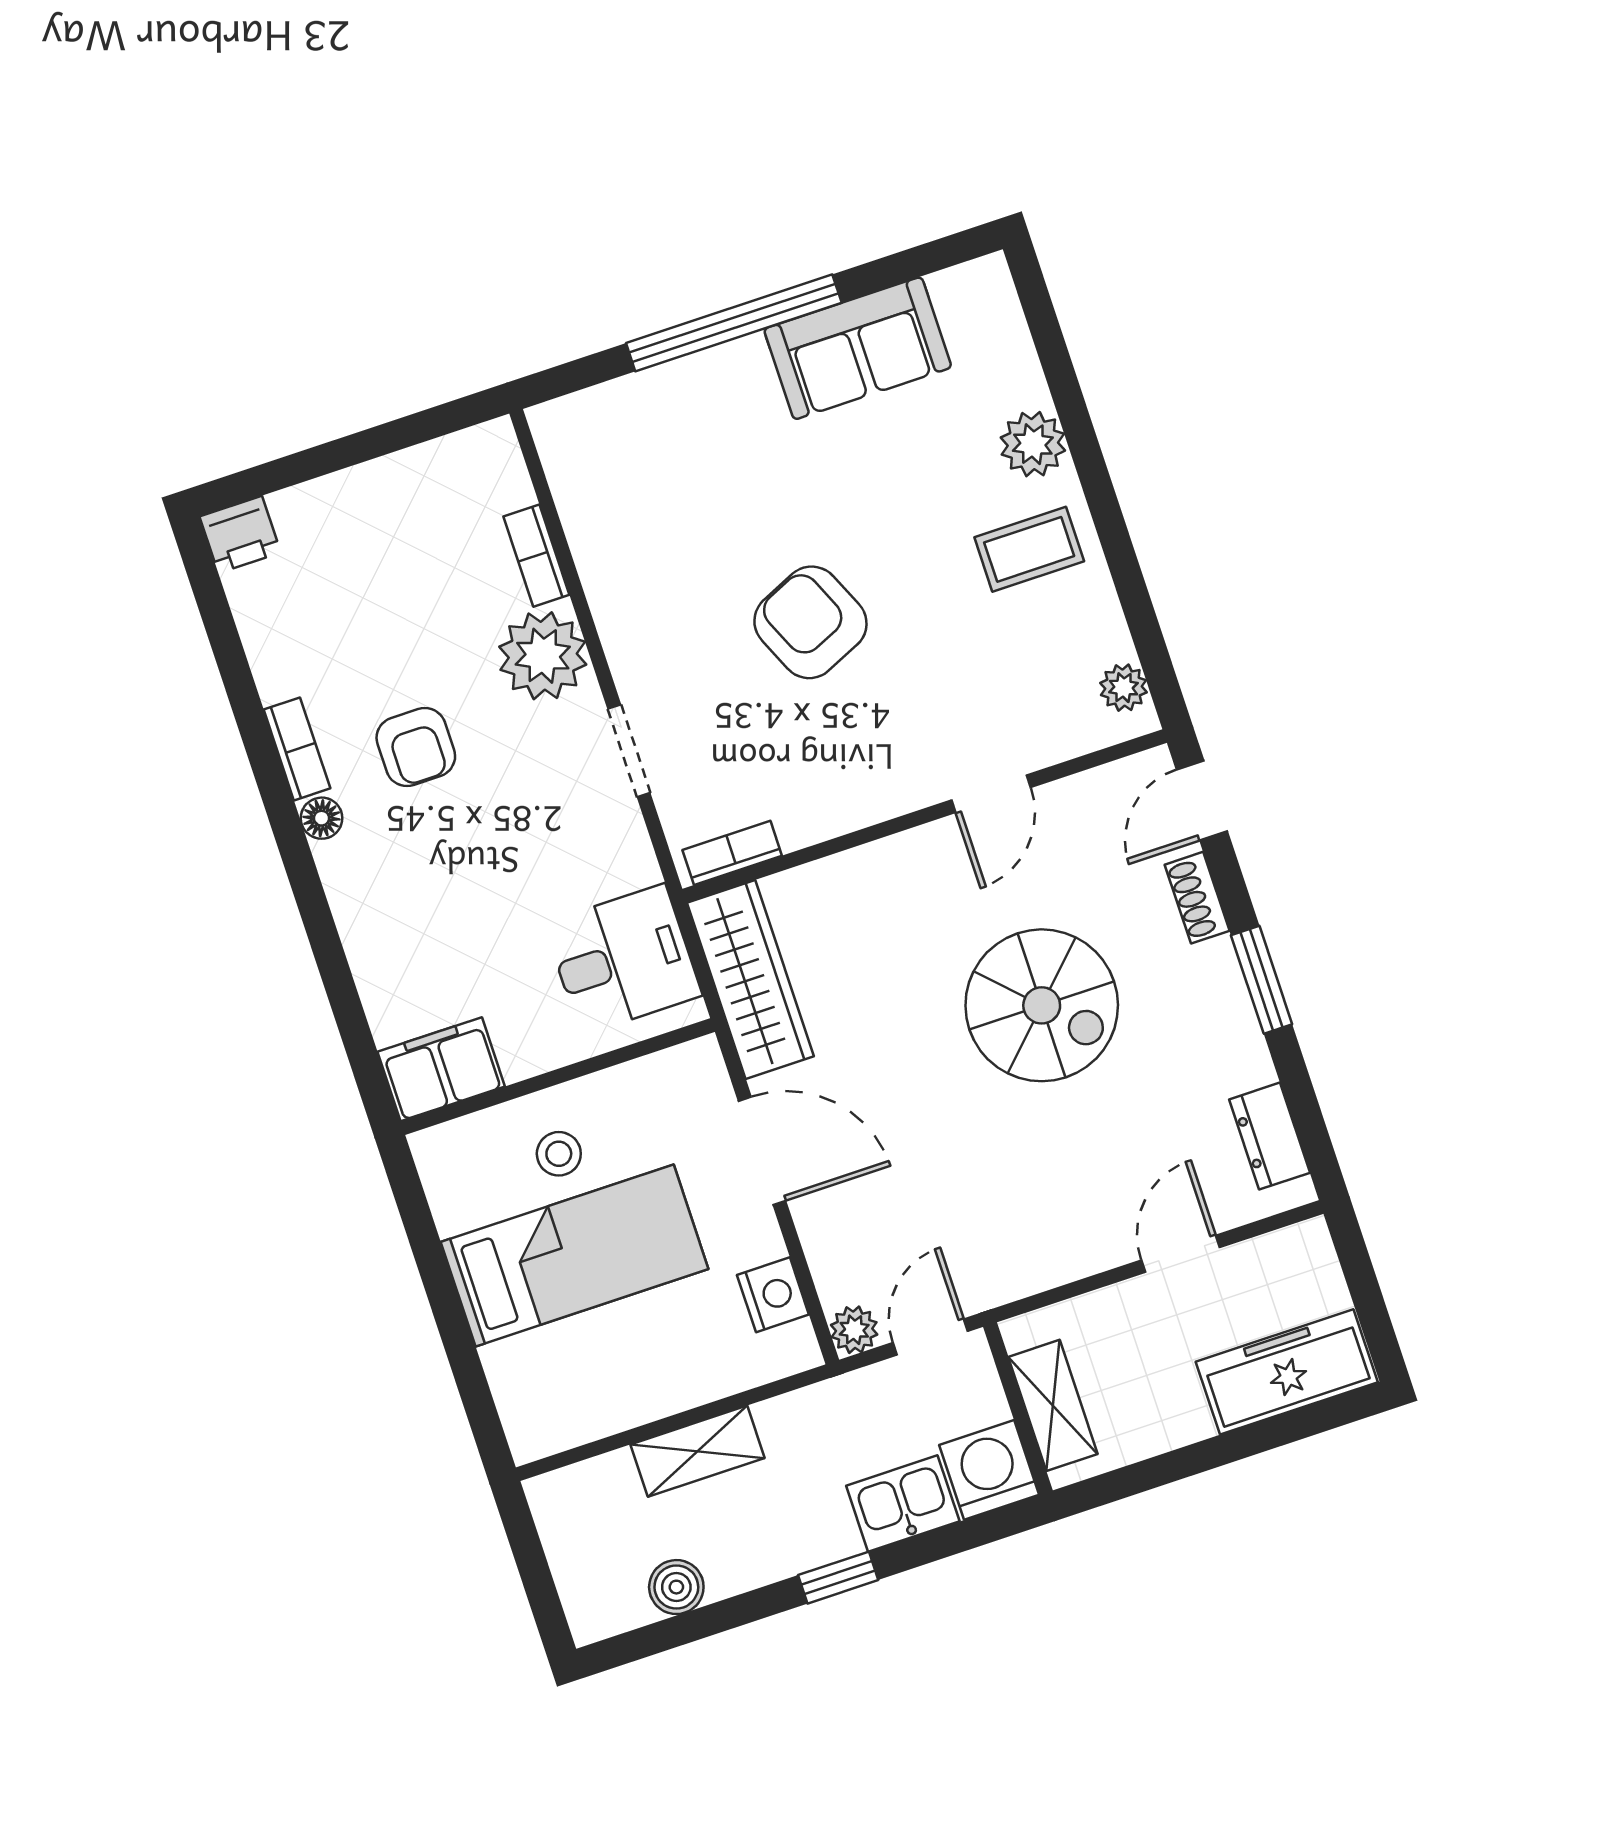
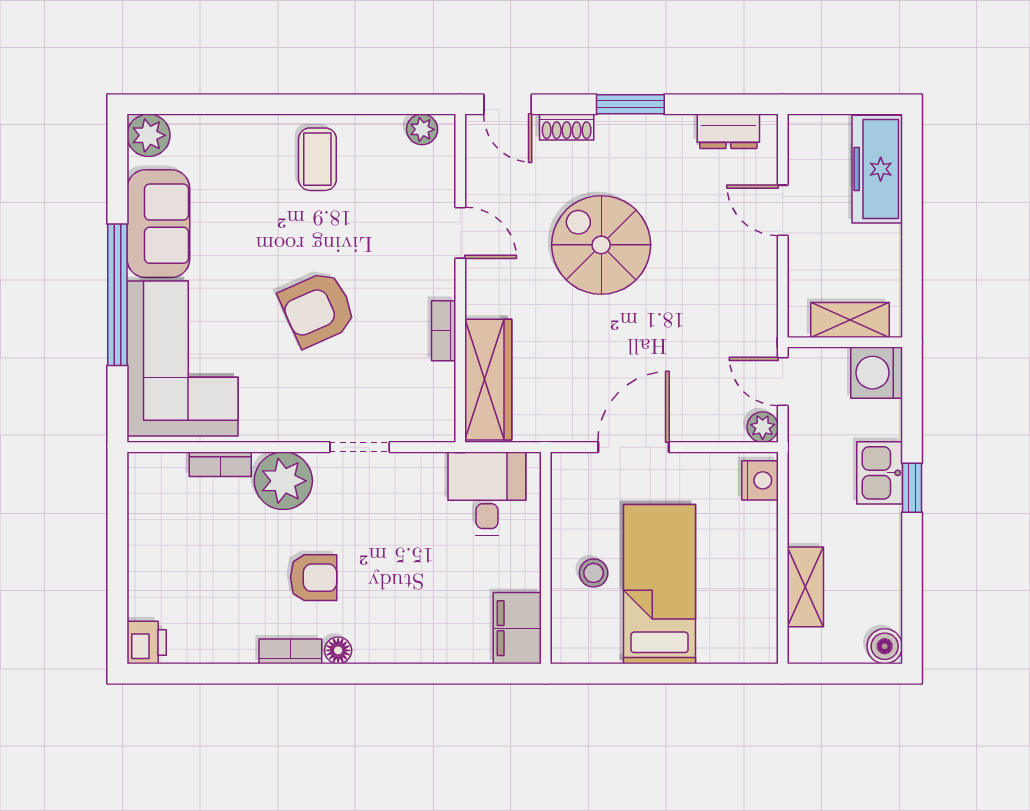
plant: (1033, 444) -> (149, 135), moved
corner sofa: (673, 449) -> (182, 358), added
bookcase: (732, 853) -> (444, 331), moved
wardrobe: (750, 979) -> (488, 380), moved, turned 90
spiral stairs: (1042, 1005) -> (601, 245), turned -90
nightstand: (773, 1295) -> (760, 480), moved, turned 90
shelving: (698, 1451) -> (805, 587), moved
kitchen sink: (903, 1503) -> (880, 473), moved
boiler: (676, 1587) -> (885, 646), moved

